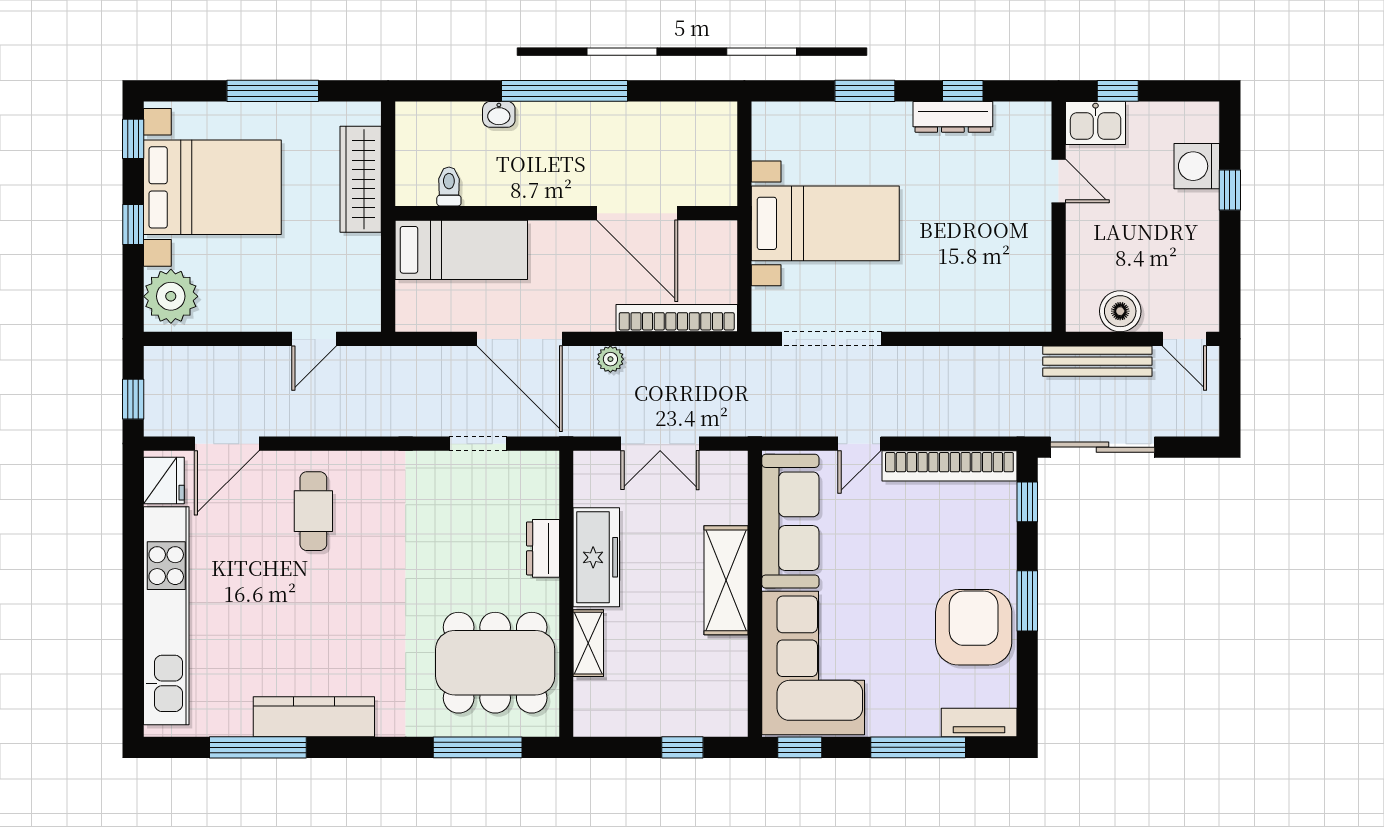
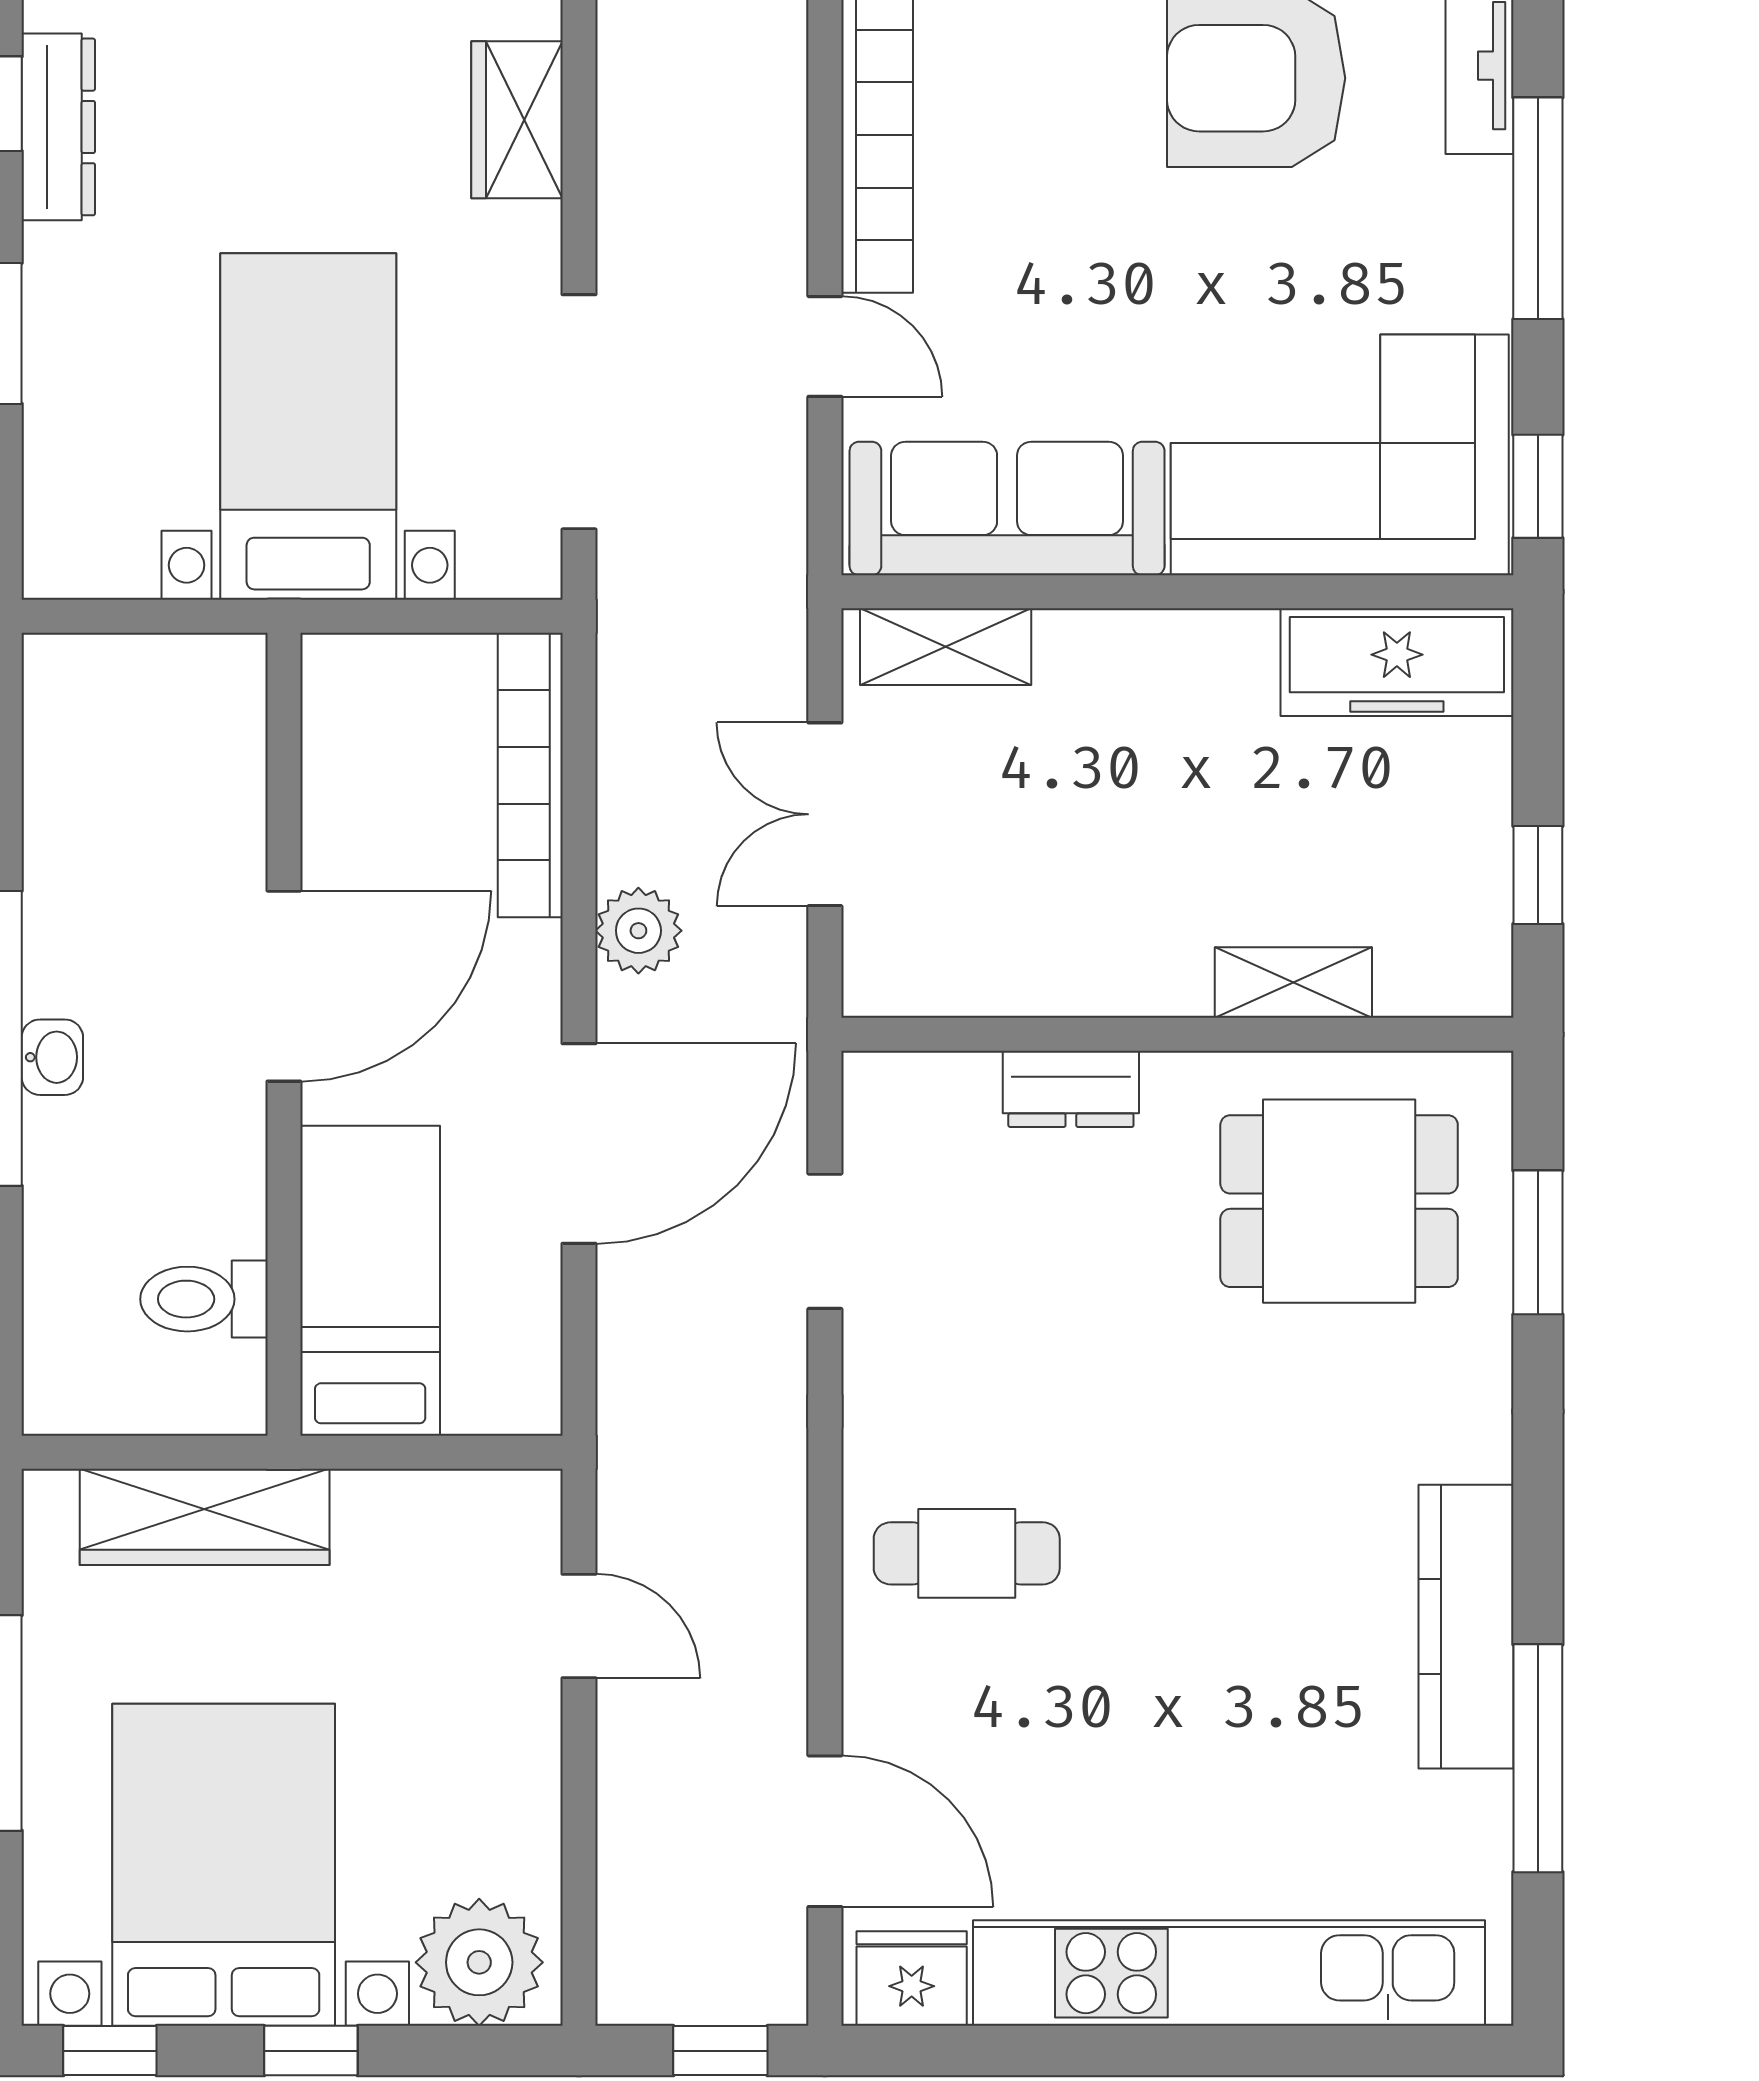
washbasin: (499, 114) -> (52, 1057), moved
toilet: (449, 187) -> (204, 1299), width x1.37, depth x1.39
door: (637, 213) -> (284, 986), moved
wardrobe: (956, 312) -> (517, 120), added
plant: (610, 359) -> (638, 931), width x1.38, depth x1.38
double door: (660, 444) -> (825, 814), swing flipped
cafe table: (313, 511) -> (967, 1553), moved
freezer: (596, 557) -> (1397, 662), moved, turned 180
shelving: (726, 580) -> (946, 647), moved, width x0.67, depth x0.75
dining table: (495, 663) -> (1339, 1201), width x0.73
window: (478, 747) -> (1538, 1242), width x0.69
window: (682, 747) -> (1538, 875), moved

